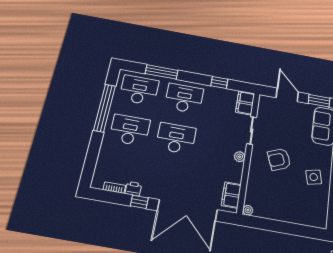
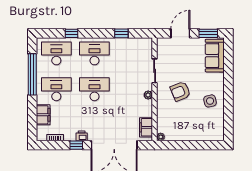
window: (162, 72) -> (71, 33), width x0.46
door: (287, 95) -> (180, 33), hinge flipped
filing cabinet: (245, 103) -> (43, 115), moved, turned 180
printer: (133, 189) -> (82, 136), moved

